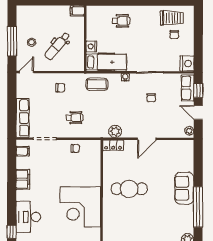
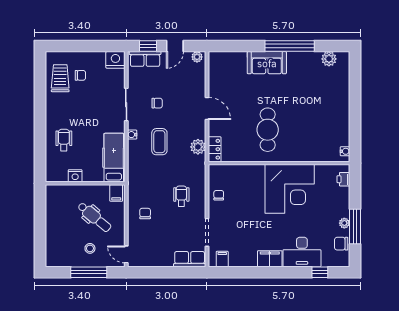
filing cabinet: (77, 11) -> (116, 193), moved
nightstand: (91, 46) -> (75, 176), moved
coffee table: (97, 84) -> (159, 142), moved
row of seats: (23, 118) -> (190, 259), width x0.68
filing cabinet: (23, 179) -> (270, 259), moved

